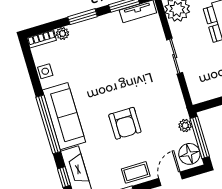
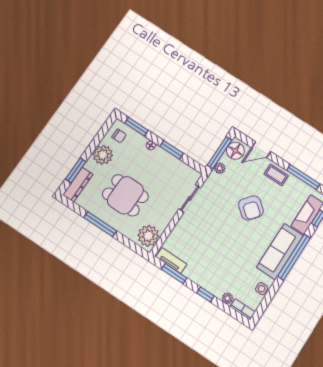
window: (82, 17) -> (205, 294), width x0.67
sliding door: (175, 56) -> (190, 198), moved
armchair: (125, 123) -> (251, 208), turned 129

